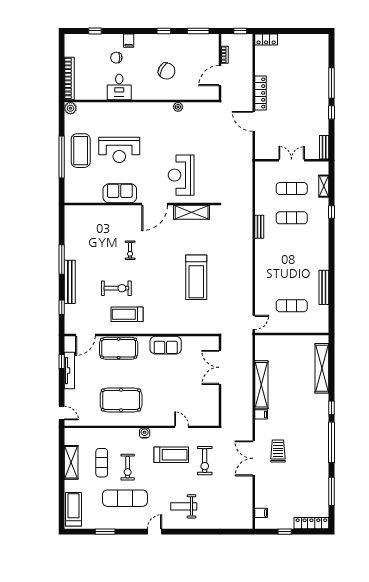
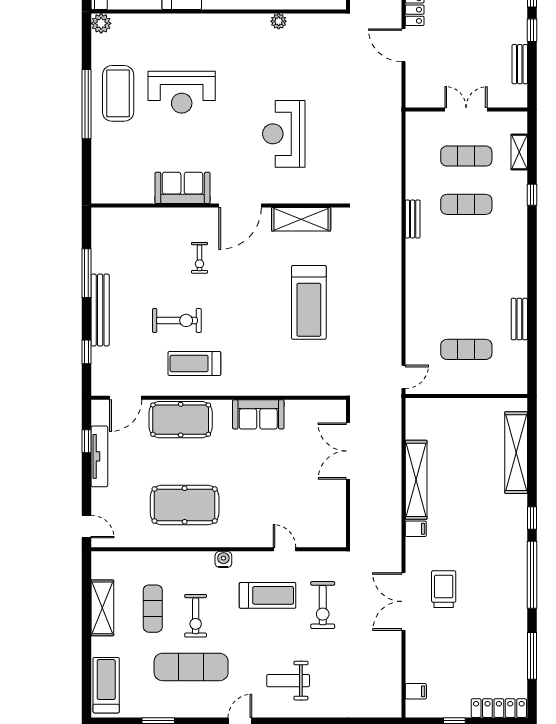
bench: (324, 147) -> (520, 64), moved
sofa: (120, 193) -> (183, 188), moved
wall: (142, 204) -> (219, 206), moved
door: (155, 204) -> (240, 206), moved
shelving: (192, 212) -> (301, 219), moved
bench: (324, 287) -> (519, 319), width x0.73

